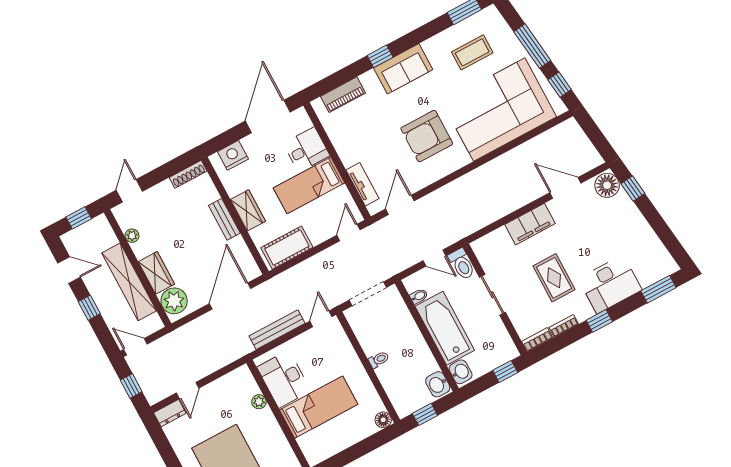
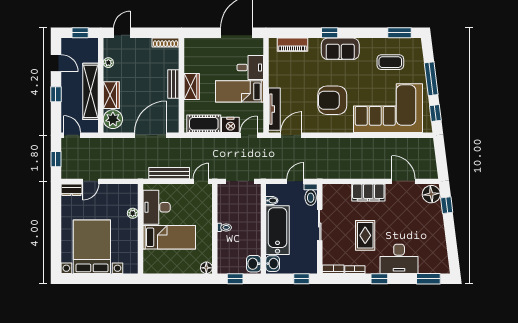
nightstand: (233, 155) -> (230, 125), moved, turned 180
tv unit: (362, 184) -> (274, 109), width x1.41
door: (434, 258) -> (295, 181), swing flipped

